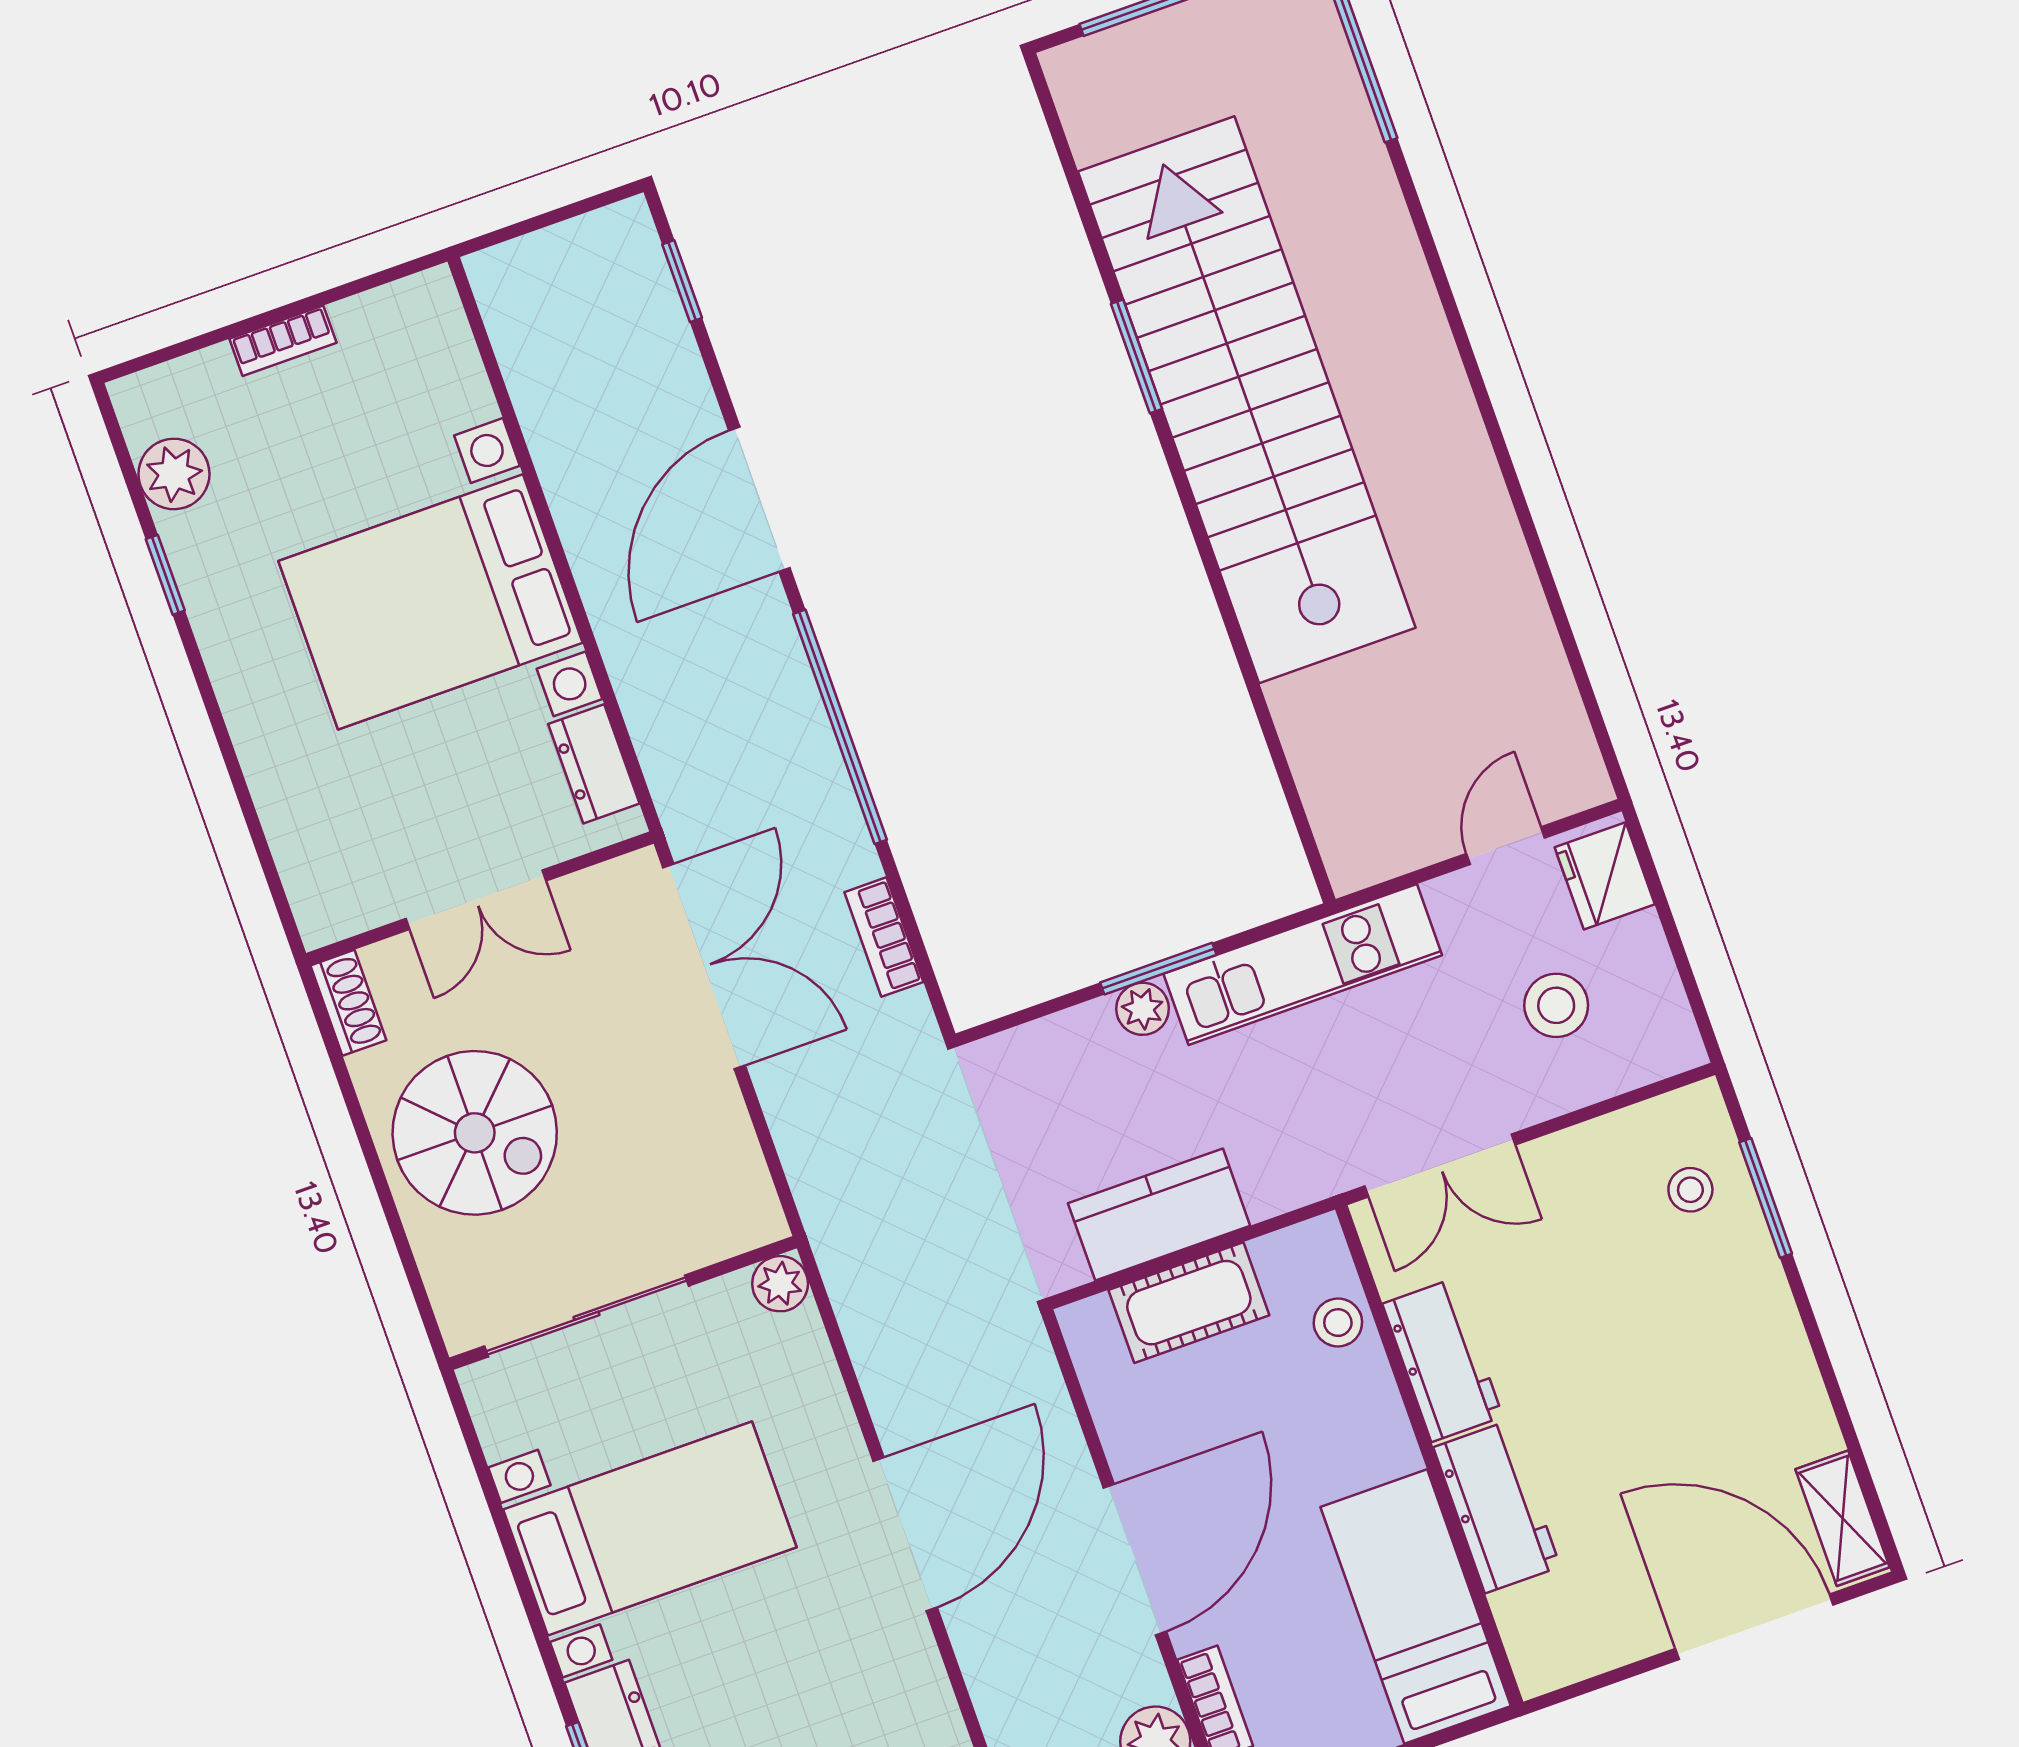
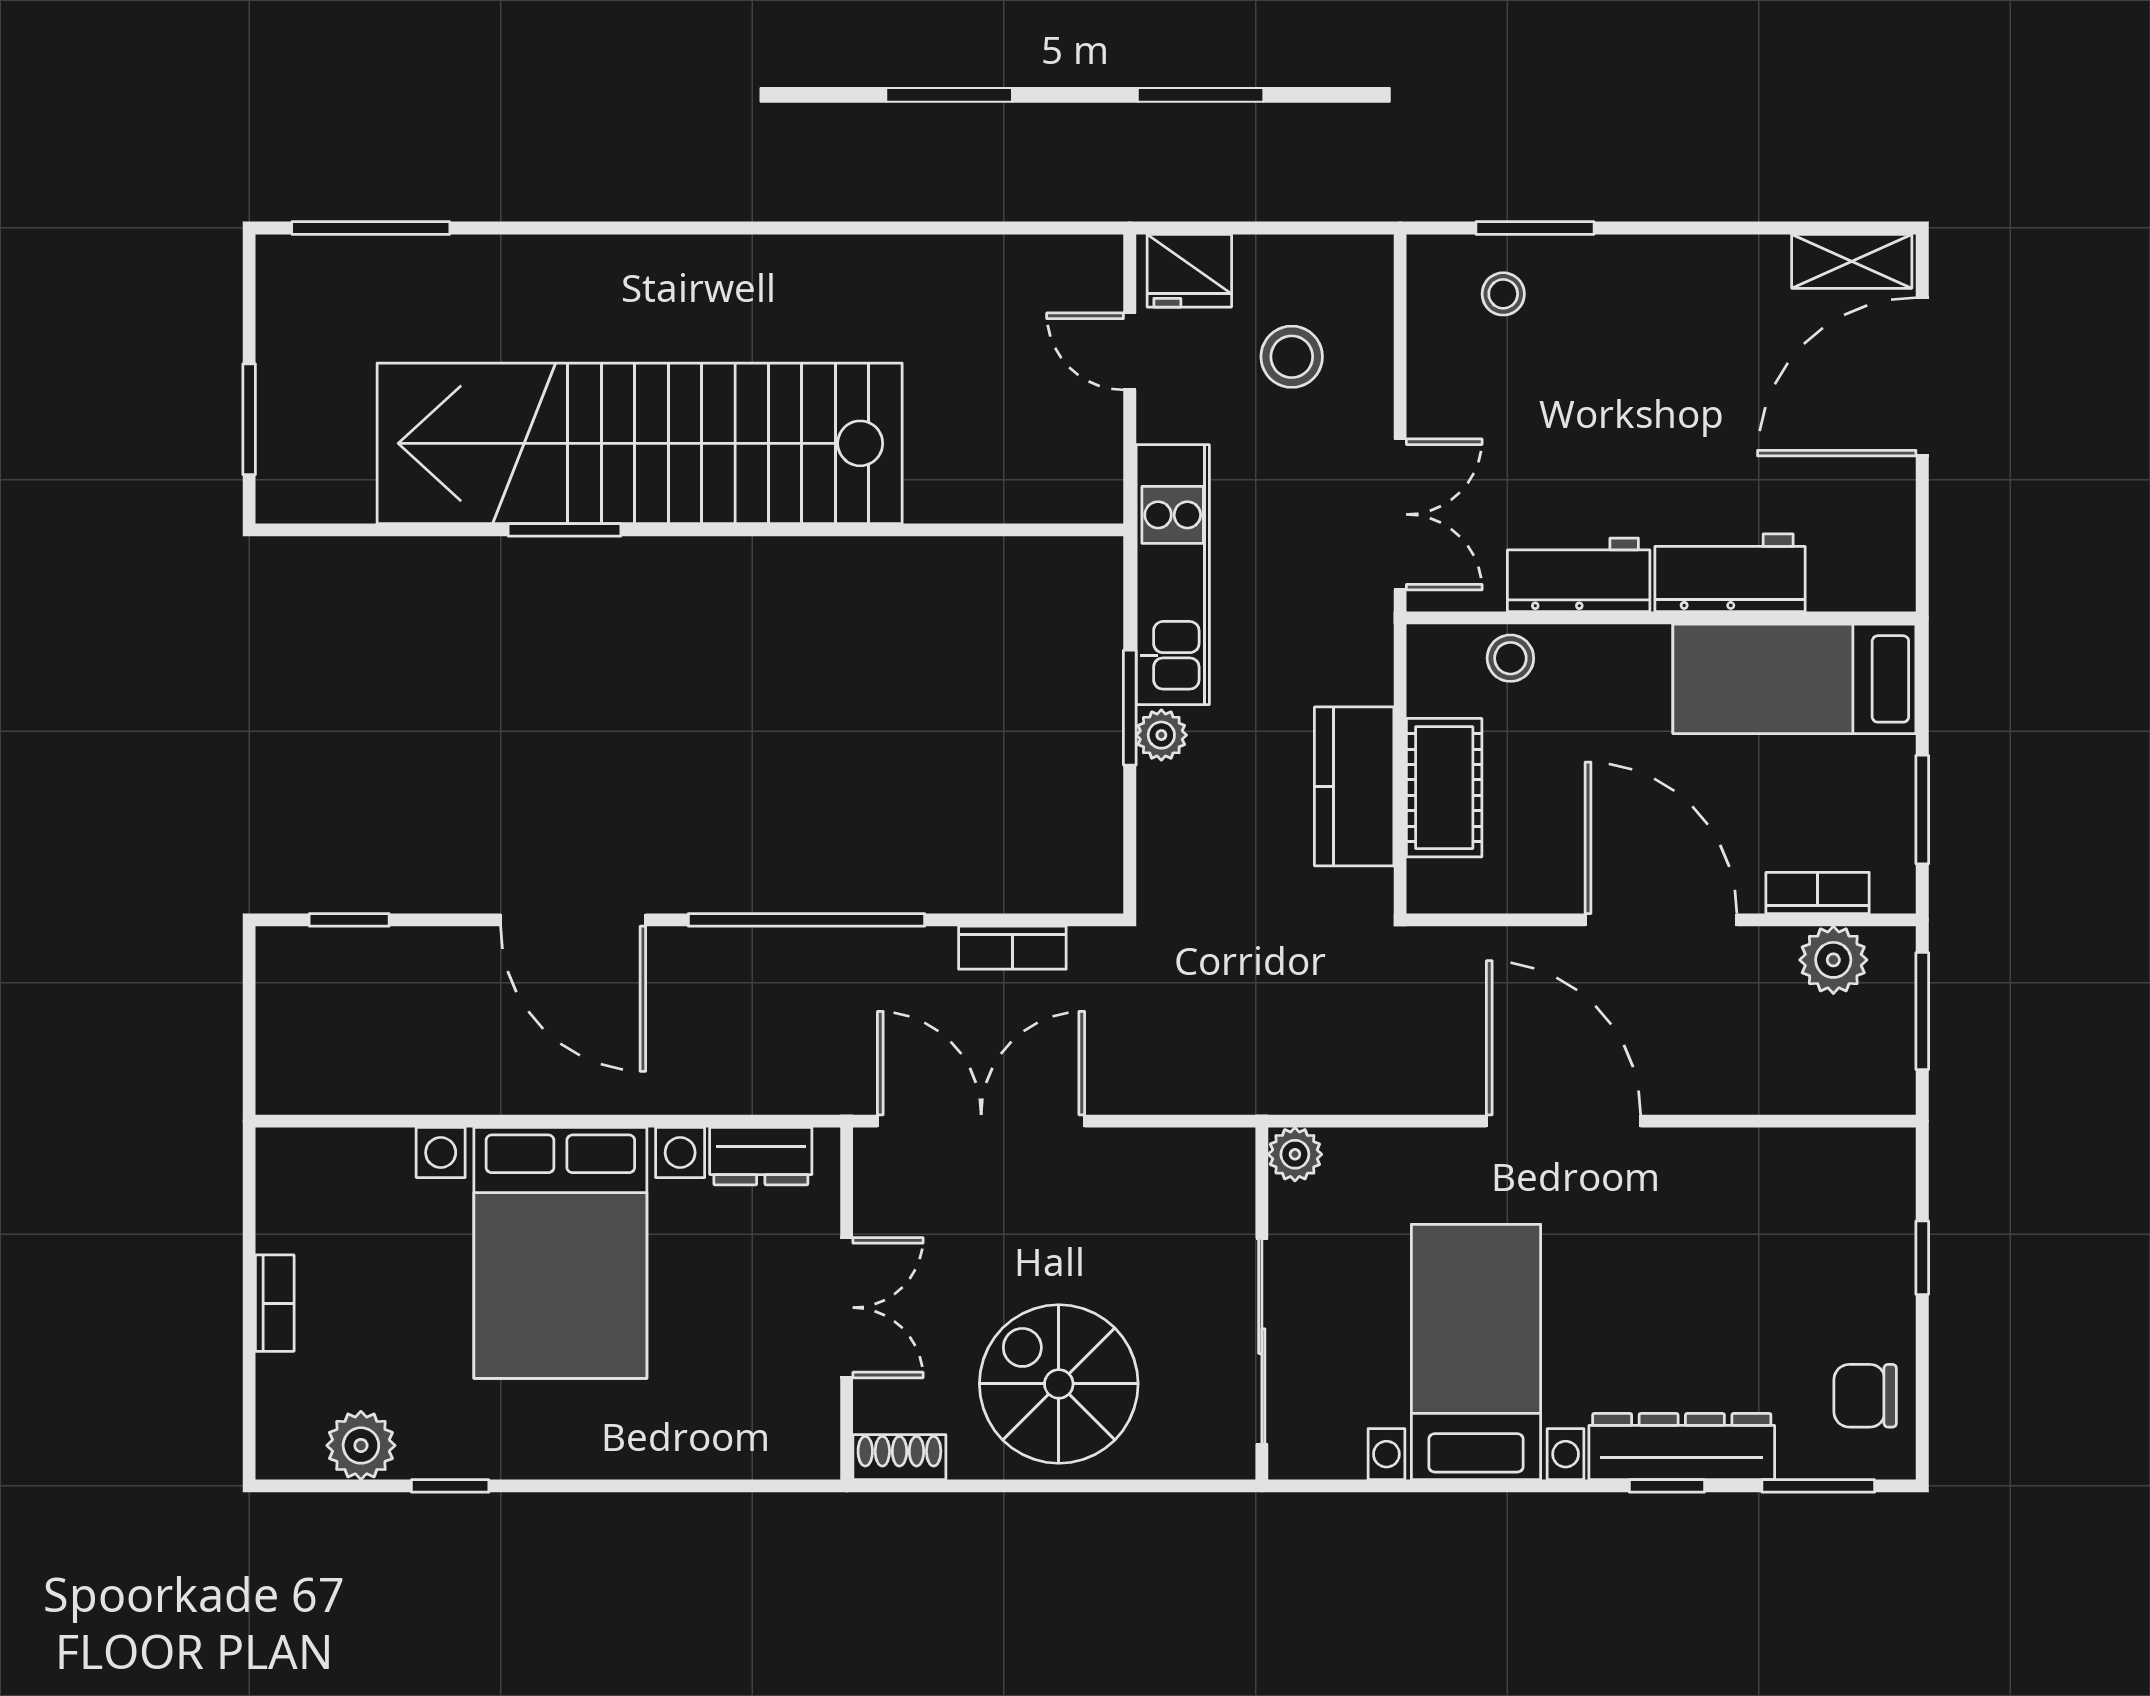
spiral stairs: (475, 1133) -> (1059, 1384), turned -90

